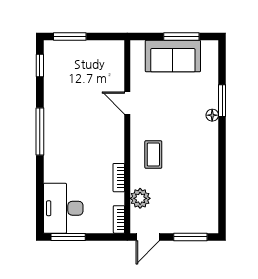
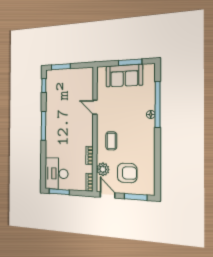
window: (222, 101) -> (158, 104), width x2.11
armchair: (178, 202) -> (127, 173), added
door: (148, 237) -> (108, 195), swing flipped

